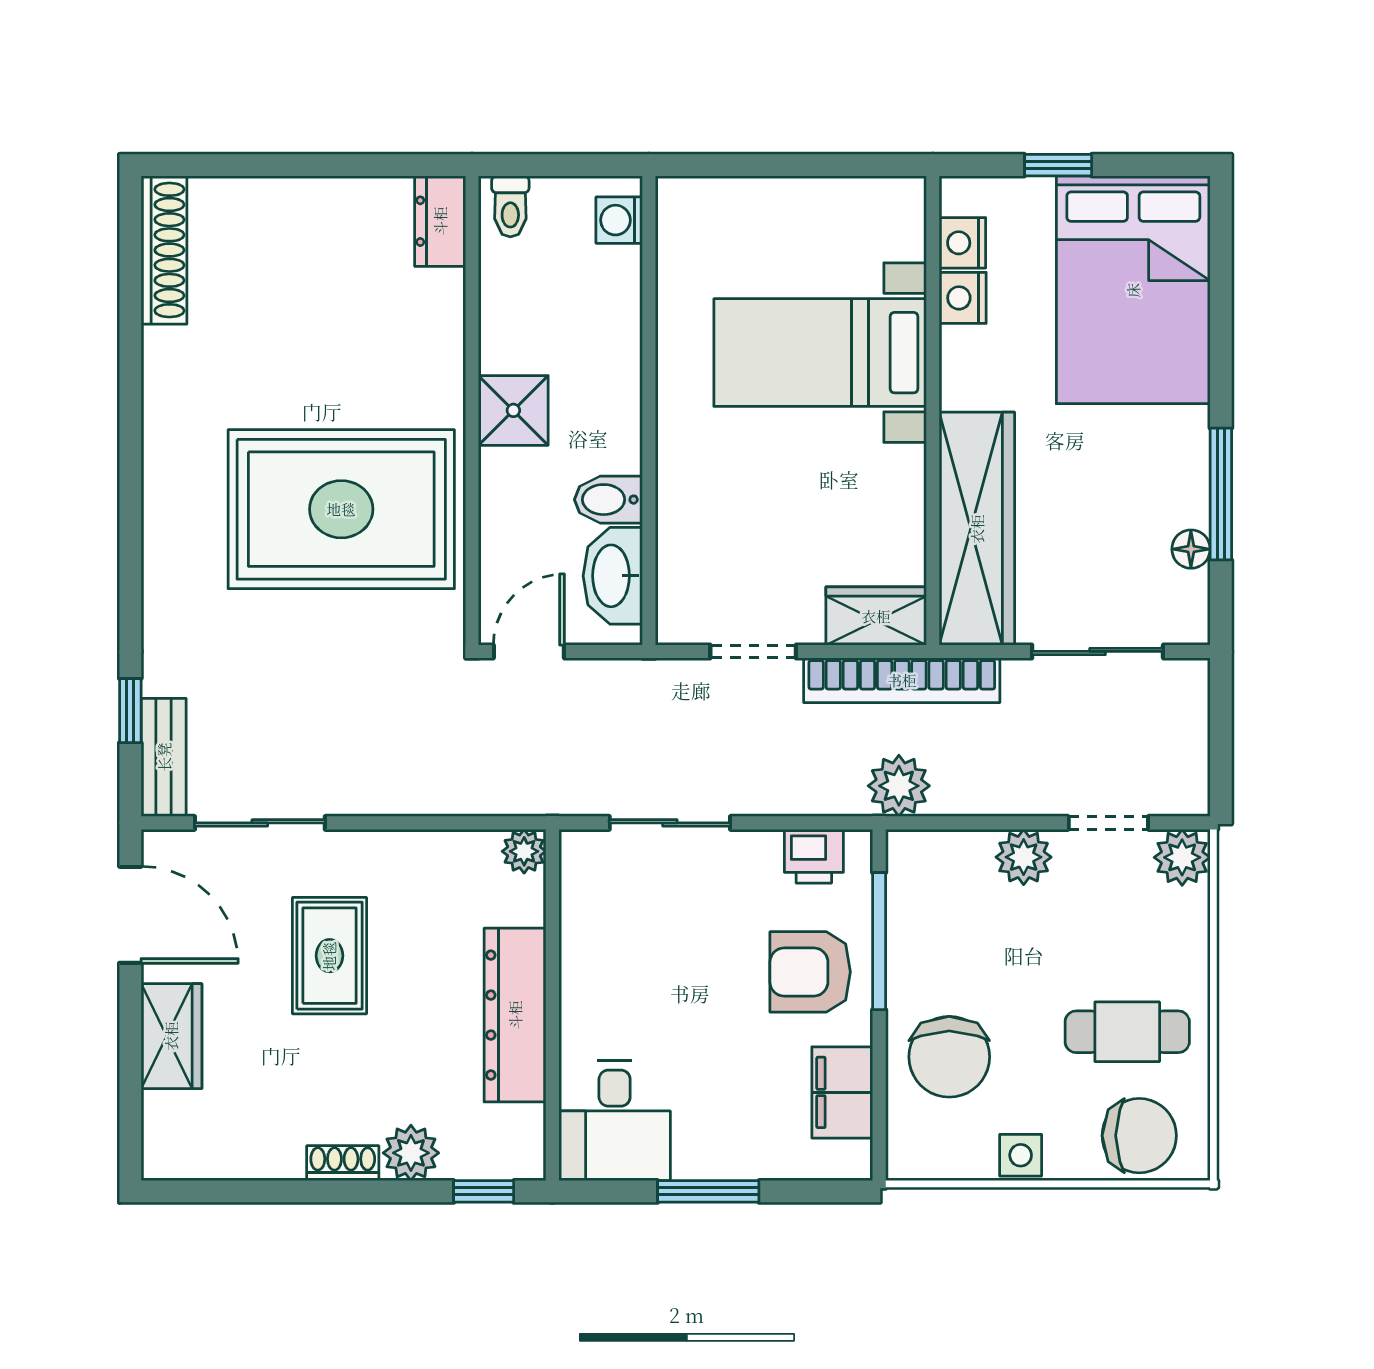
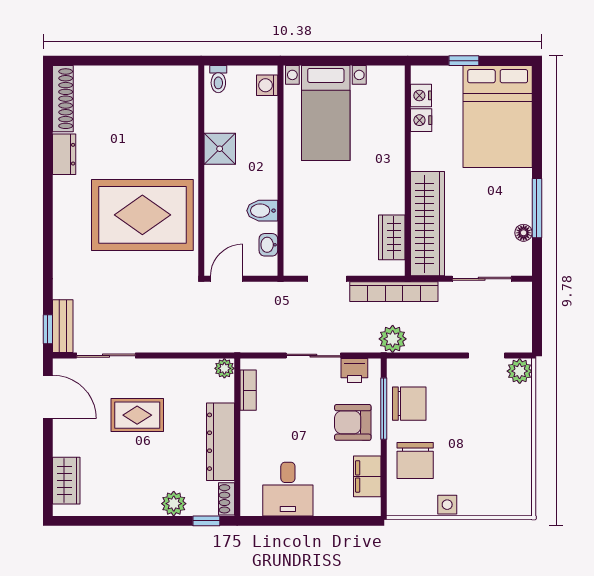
dresser: (440, 221) -> (64, 154), moved, turned 180
bed with nightstands: (820, 353) -> (326, 113), moved, turned -90
shower: (513, 410) -> (220, 149), moved
washbasin: (613, 576) -> (268, 245), width x0.52, depth x0.69
wardrobe: (876, 616) -> (392, 237), moved, turned -90
window: (130, 711) -> (48, 329), moved
sliding door: (670, 823) -> (313, 356), moved
plant: (1024, 857) -> (448, 371), removed
bookcase: (577, 900) -> (248, 390), added
rug: (329, 956) -> (137, 415), turned 90
cafe table: (1127, 1032) -> (495, 449), removed
wardrobe: (171, 1036) -> (66, 481), moved
desk: (615, 1121) -> (288, 489), moved
chair: (1139, 1136) -> (409, 404), moved
shoe rack: (343, 1163) -> (226, 499), moved, turned -90
window: (708, 1191) -> (307, 521), removed

